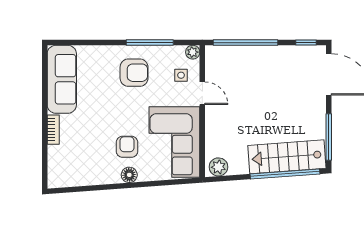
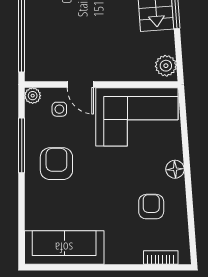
door: (202, 93) -> (80, 84), swing flipped
bookcase: (53, 130) -> (161, 257), moved
armchair: (127, 147) -> (151, 207), moved, turned 90

